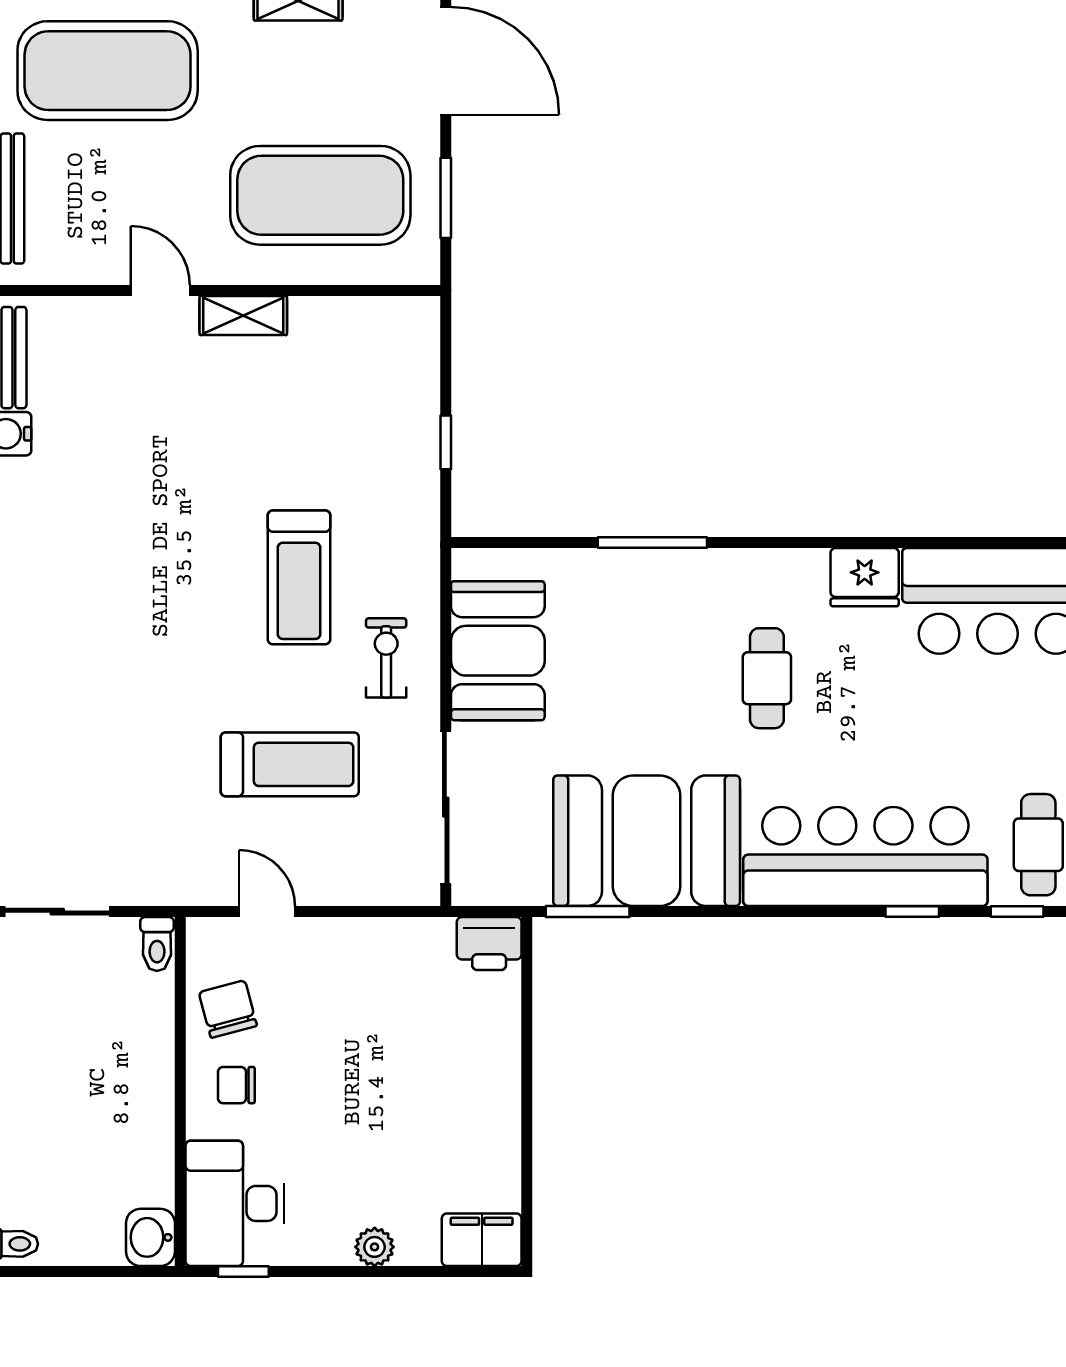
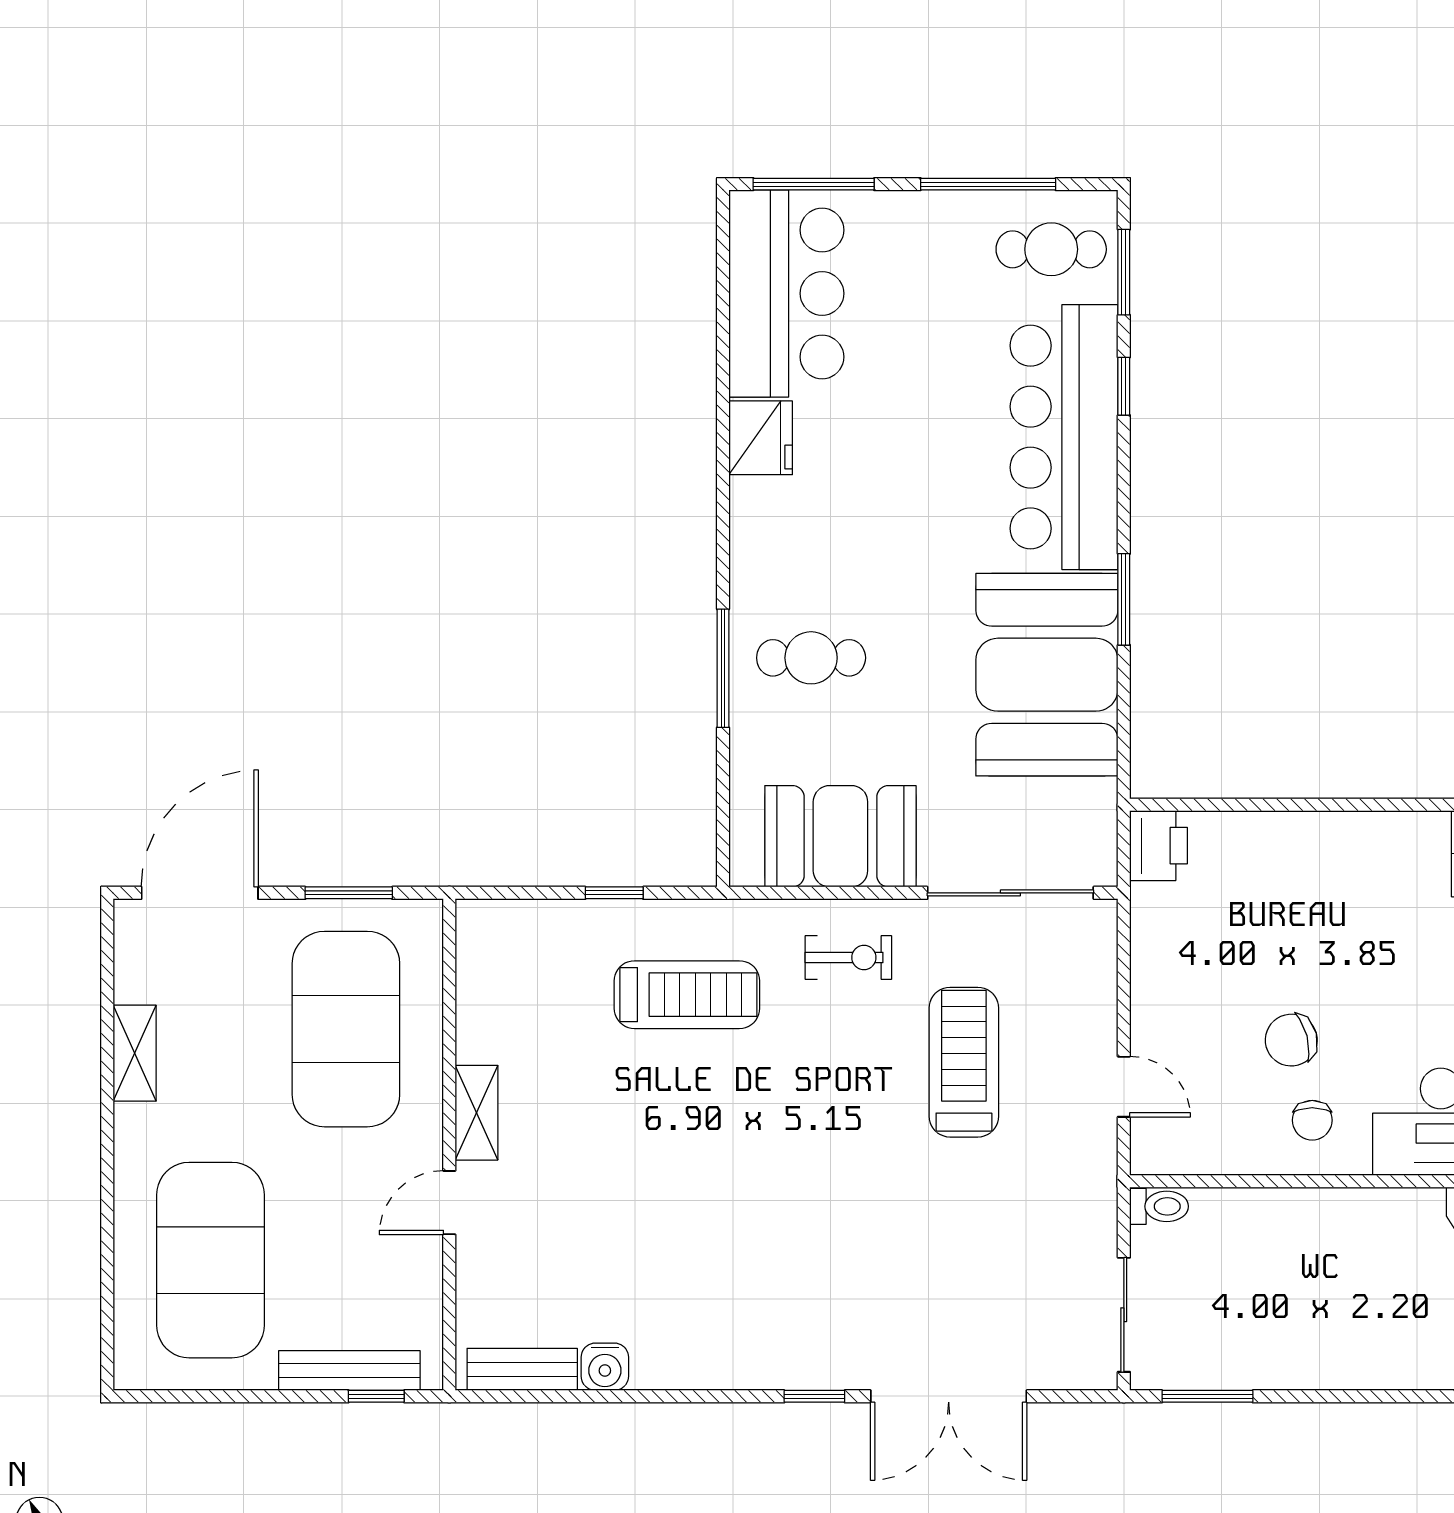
treadmill: (299, 577) -> (687, 995), moved
exercise bike: (386, 658) -> (848, 958), turned 180
cafe table: (767, 678) -> (811, 658), moved
door: (267, 912) -> (1124, 1087), swing flipped
window: (588, 912) -> (1124, 599), moved
window: (1017, 912) -> (1124, 272), width x1.50
chair: (228, 1009) -> (1291, 1040), moved

